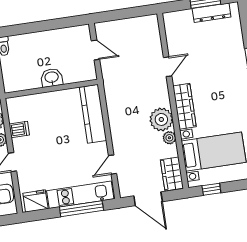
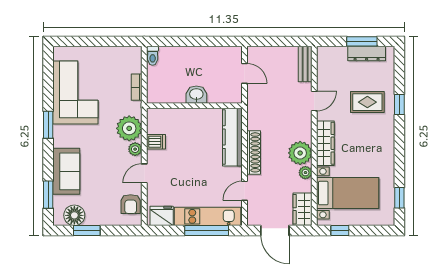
bench: (153, 32) -> (305, 64), added
rug: (219, 60) -> (367, 102), added
shoe rack: (116, 126) -> (254, 152), added

